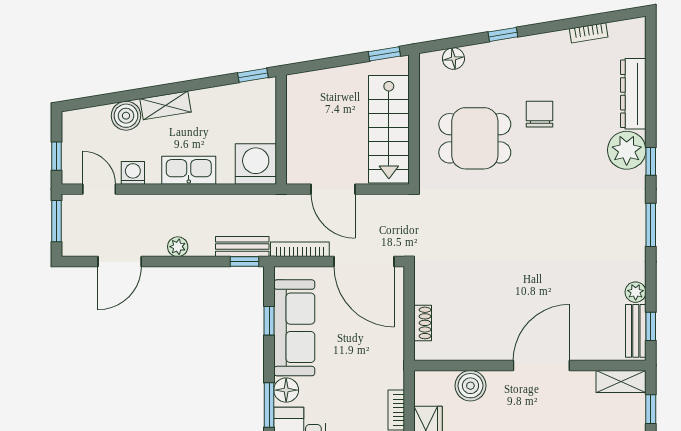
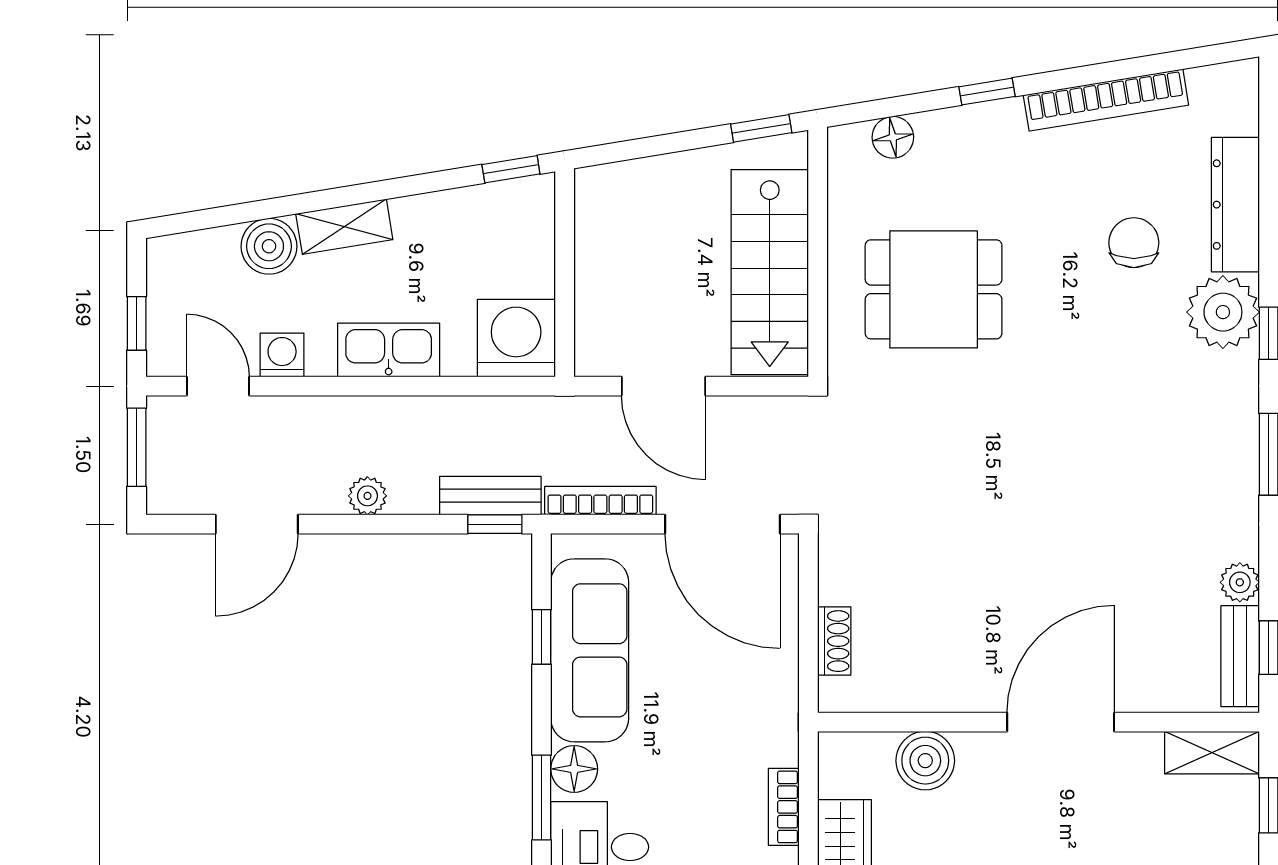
bookcase: (589, 33) -> (1106, 100), width x2.31, depth x1.31
chair: (540, 114) -> (1134, 243), moved

